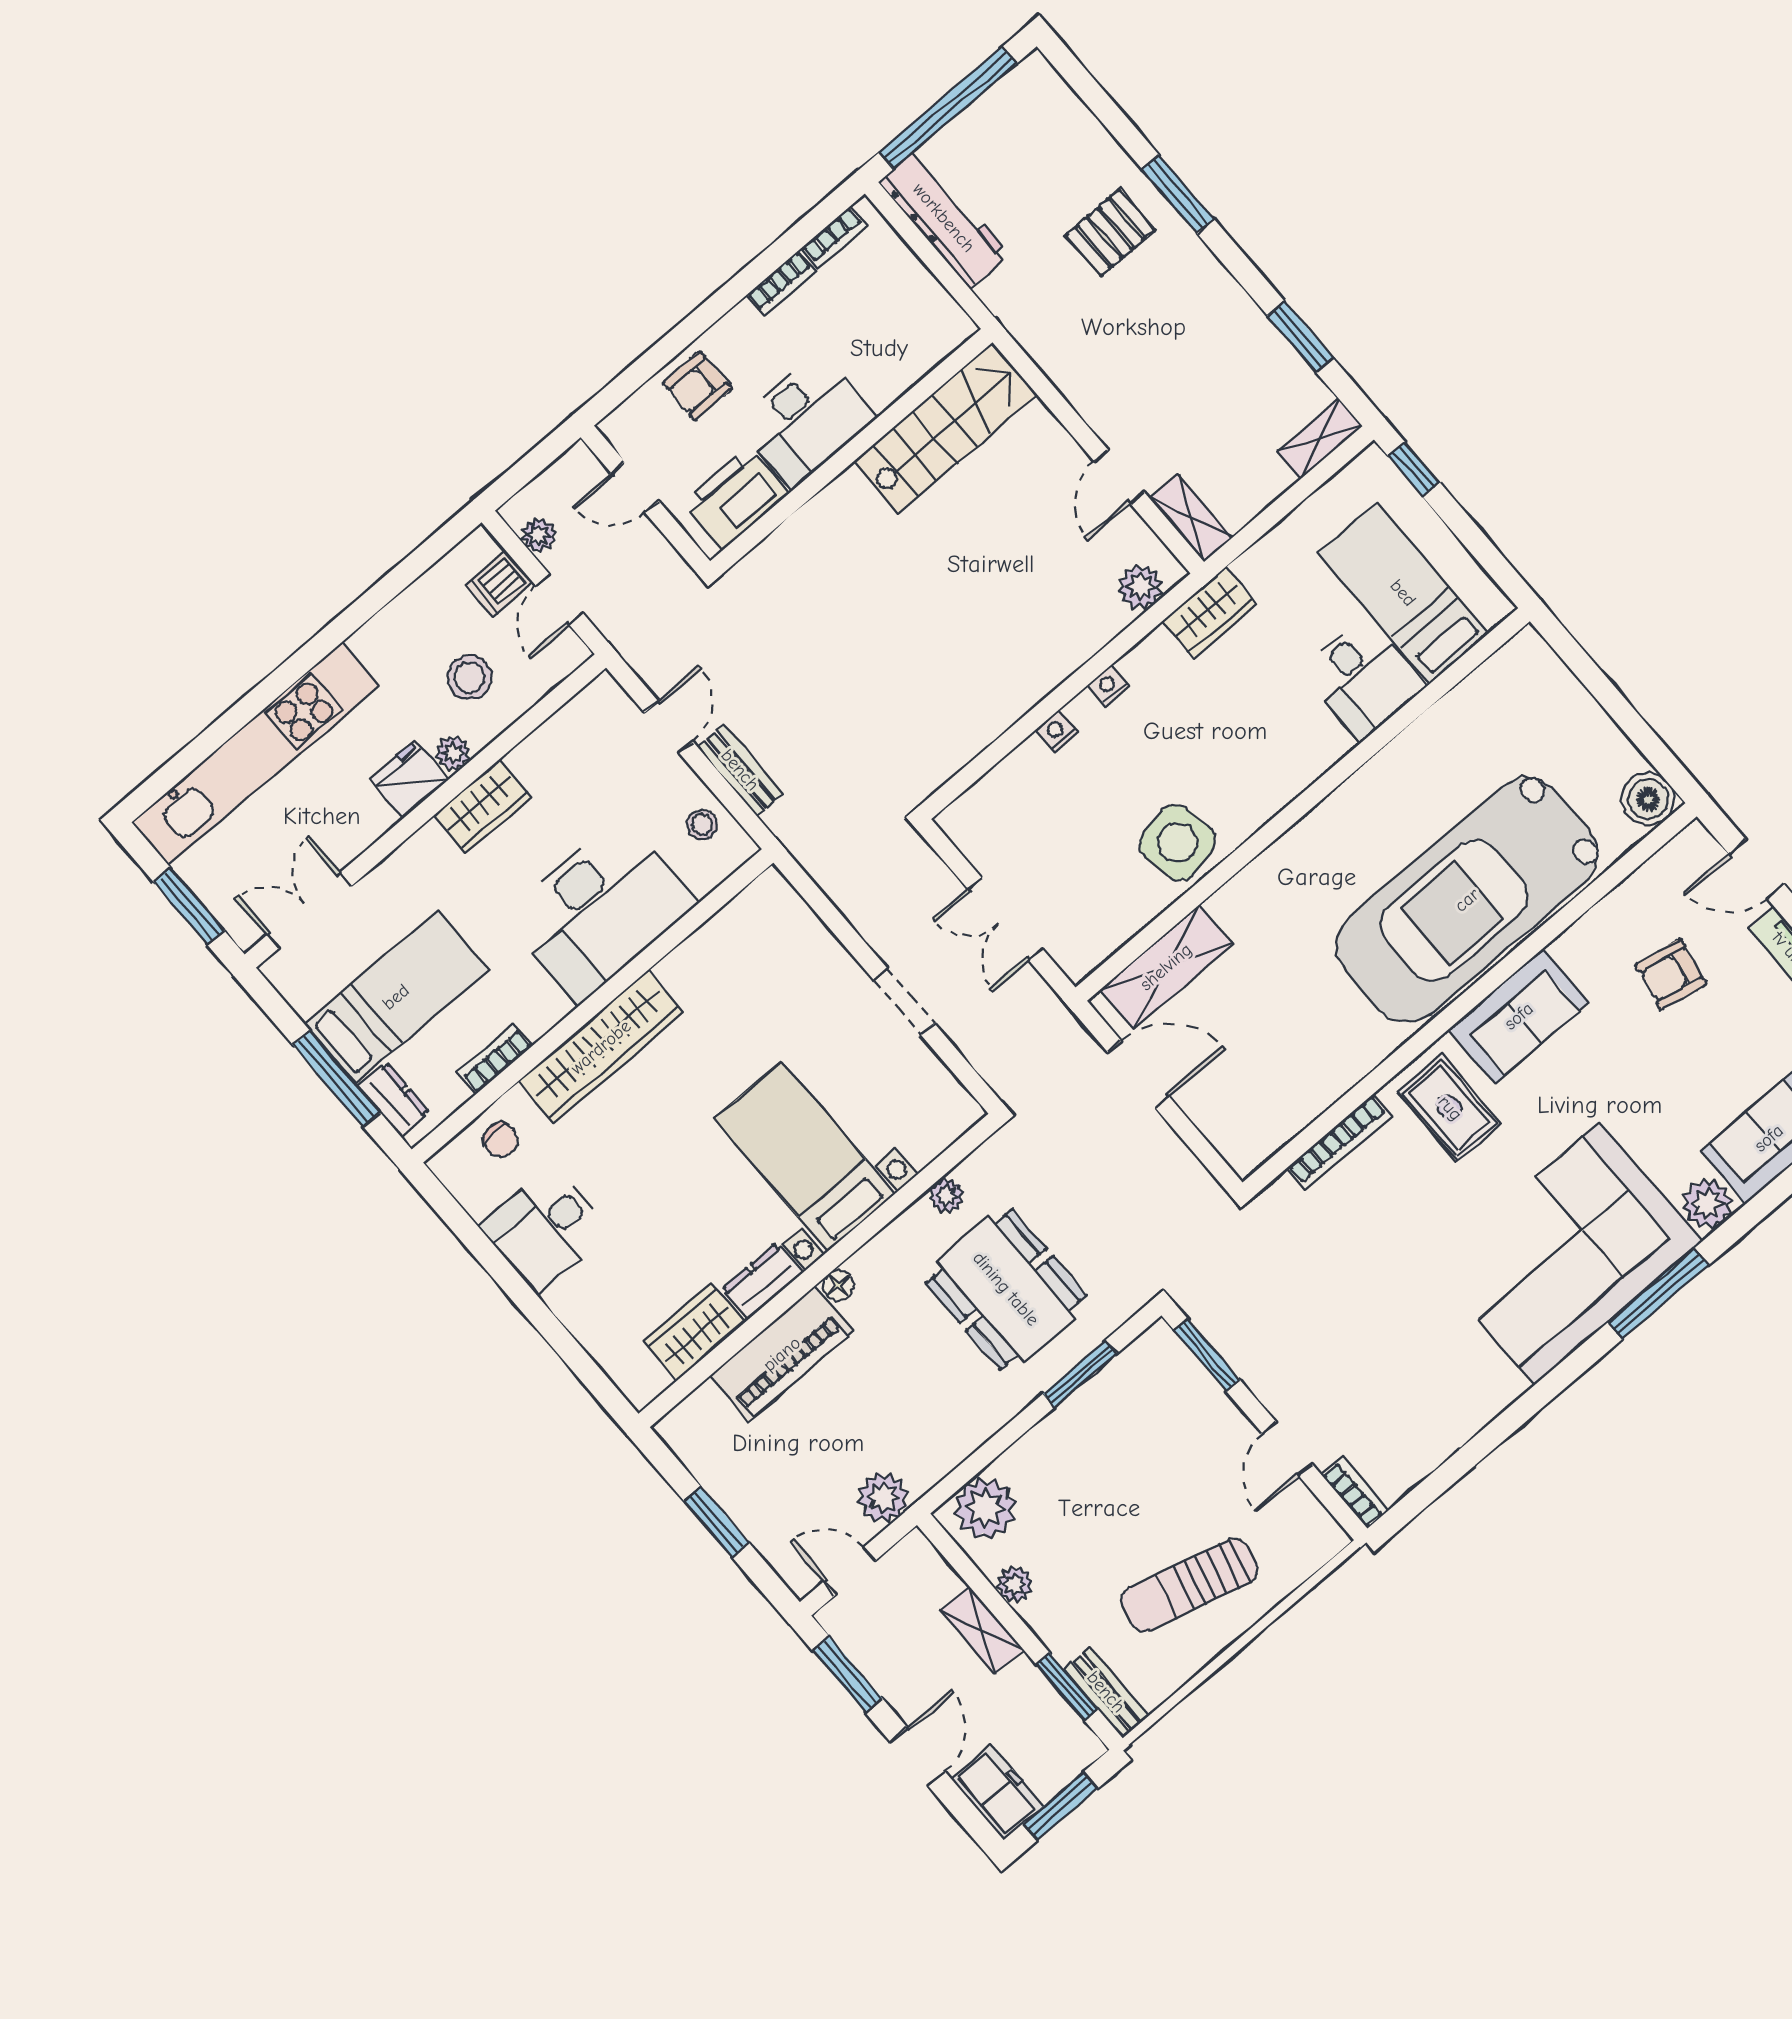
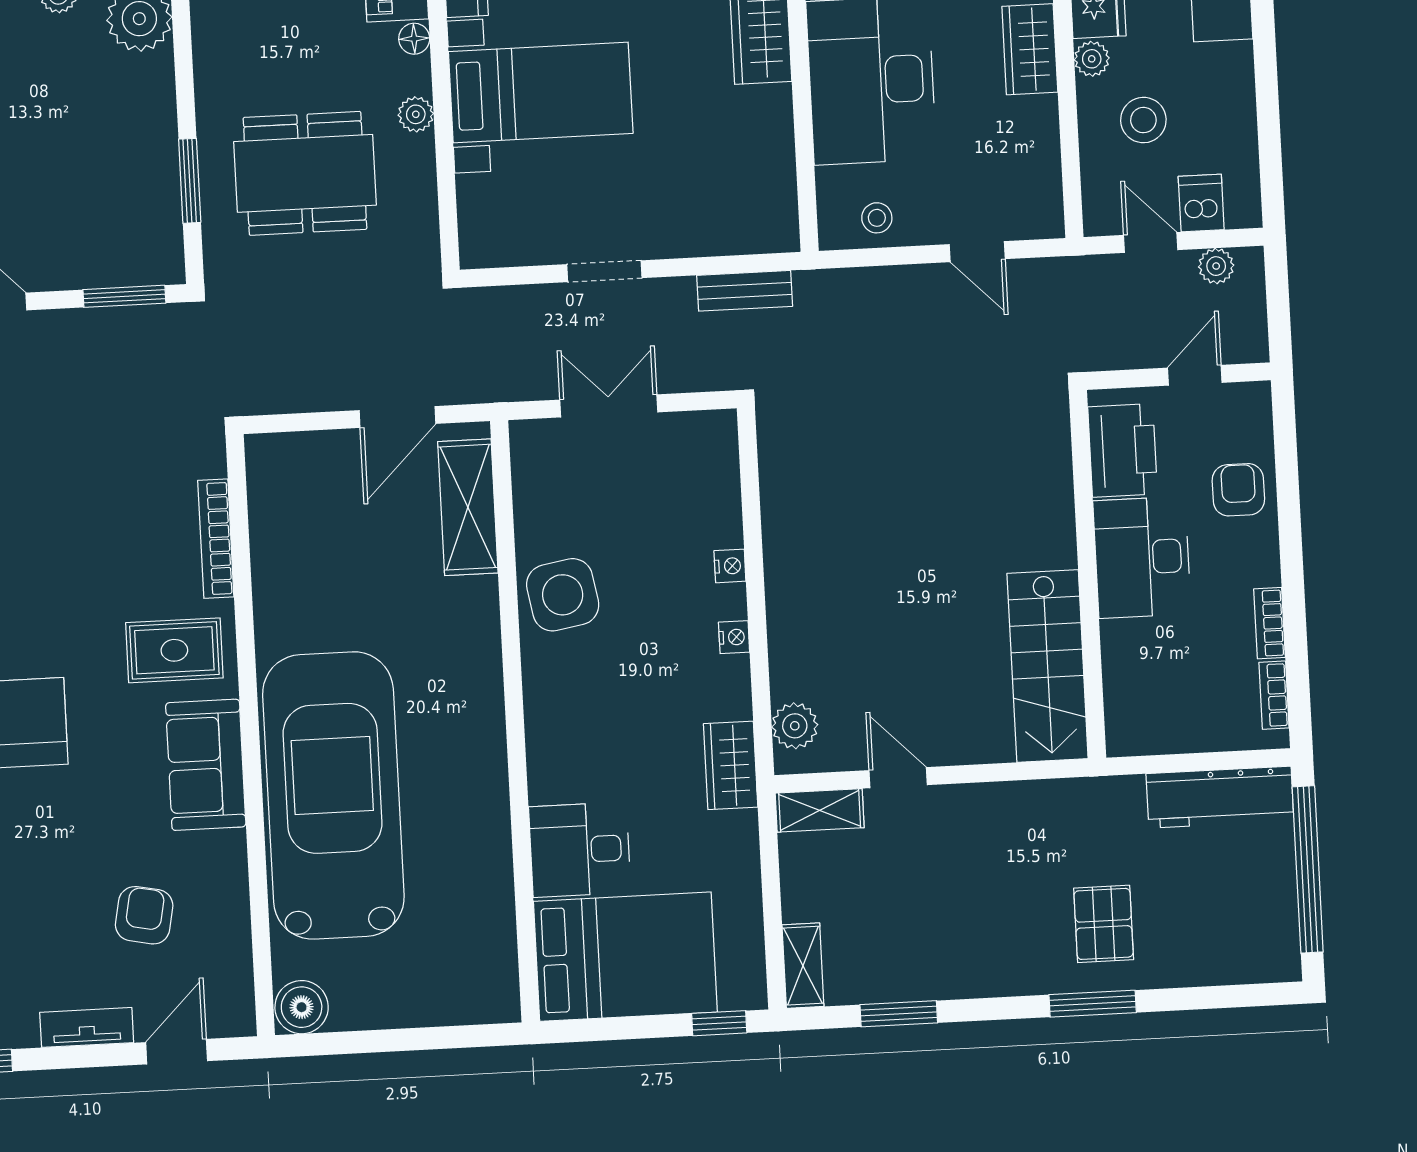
bed: (1403, 593) -> (625, 957), width x1.50
bench: (740, 770) -> (745, 291), moved
plant: (947, 1195) -> (416, 114), moved

